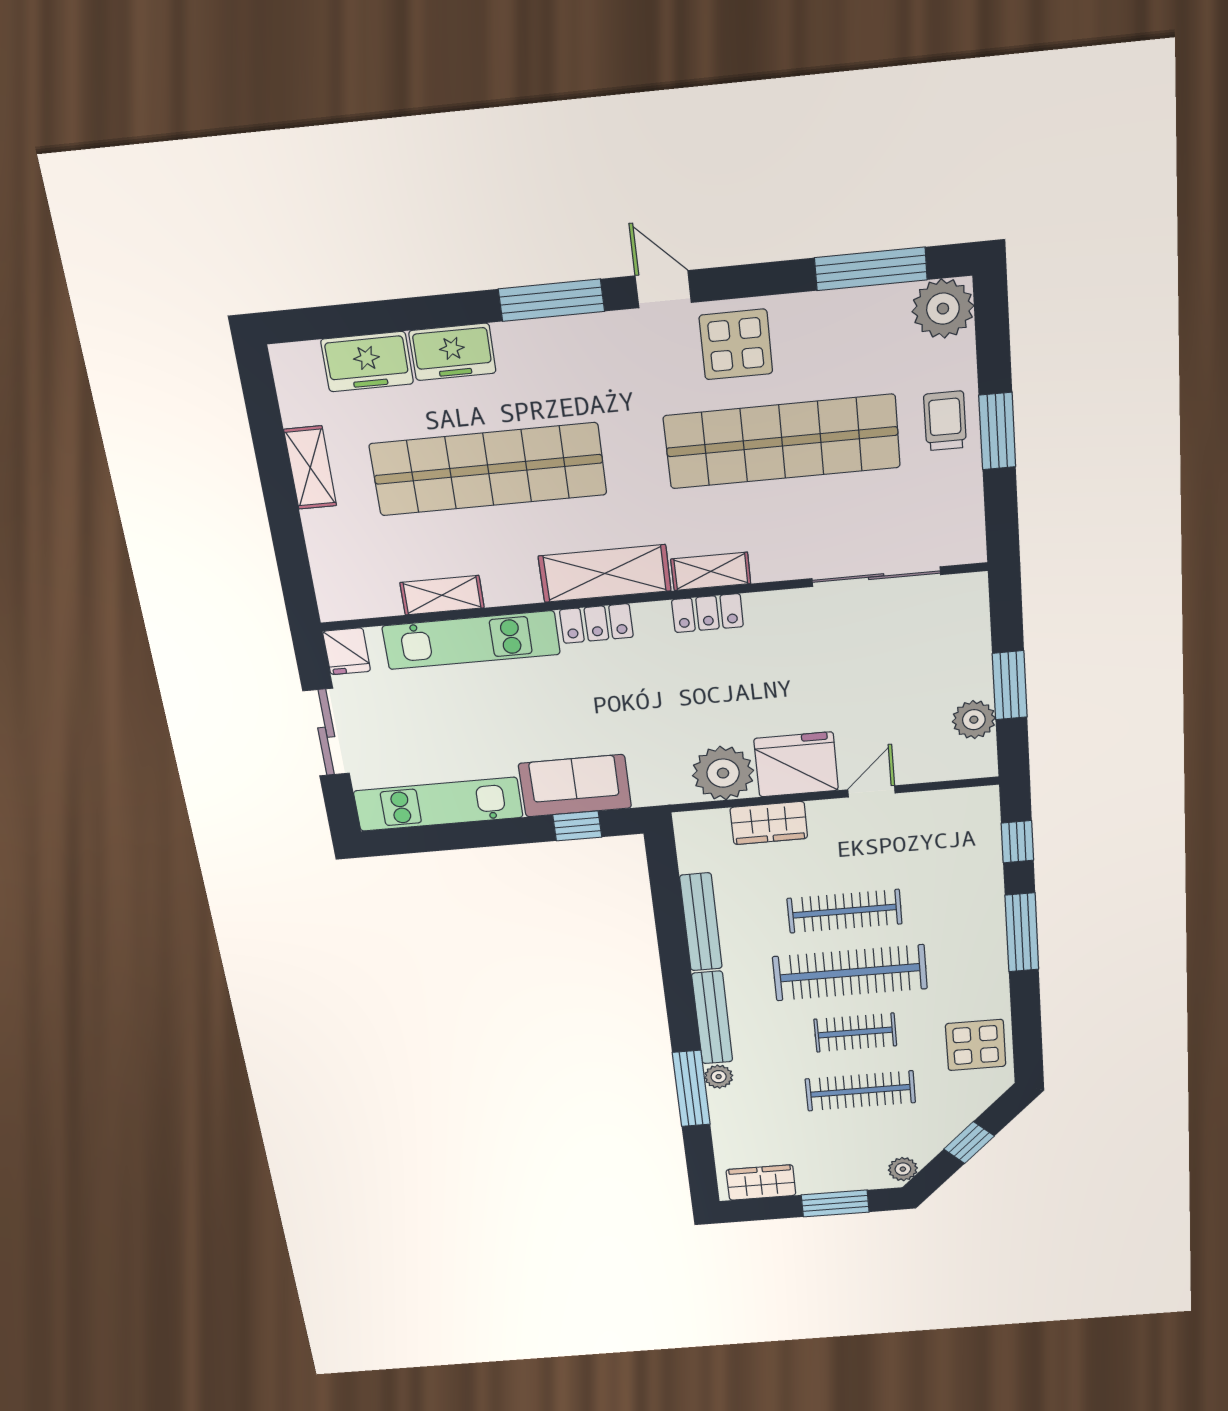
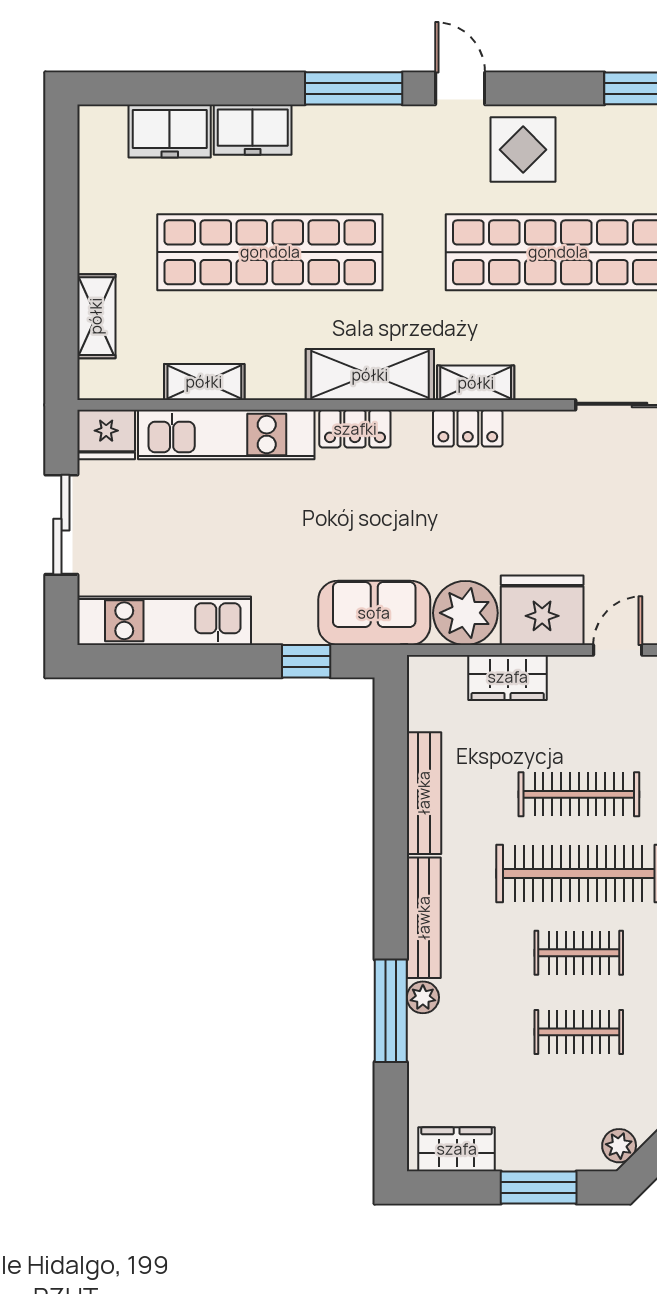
shelving: (310, 468) -> (96, 316), moved
fridge: (347, 651) -> (106, 435), width x1.38
sofa: (575, 786) -> (374, 613), moved
clothes rail: (860, 1091) -> (579, 1032), width x0.73

